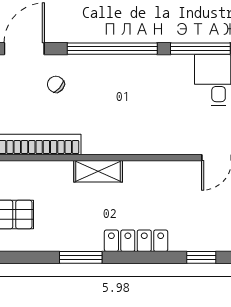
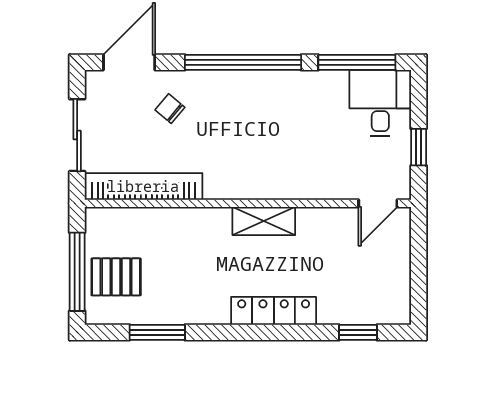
shelving: (98, 171) -> (264, 221), moved
window: (81, 257) -> (157, 332), moved

